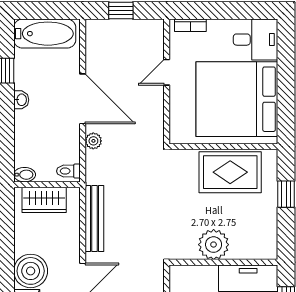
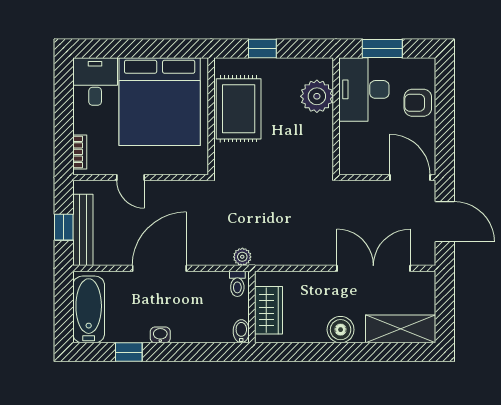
plant: (93, 141) -> (242, 257), moved
bench: (94, 219) -> (83, 230), moved, turned 90
plant: (214, 245) -> (317, 96), moved
boiler: (31, 271) -> (341, 330), width x0.73, depth x0.73

